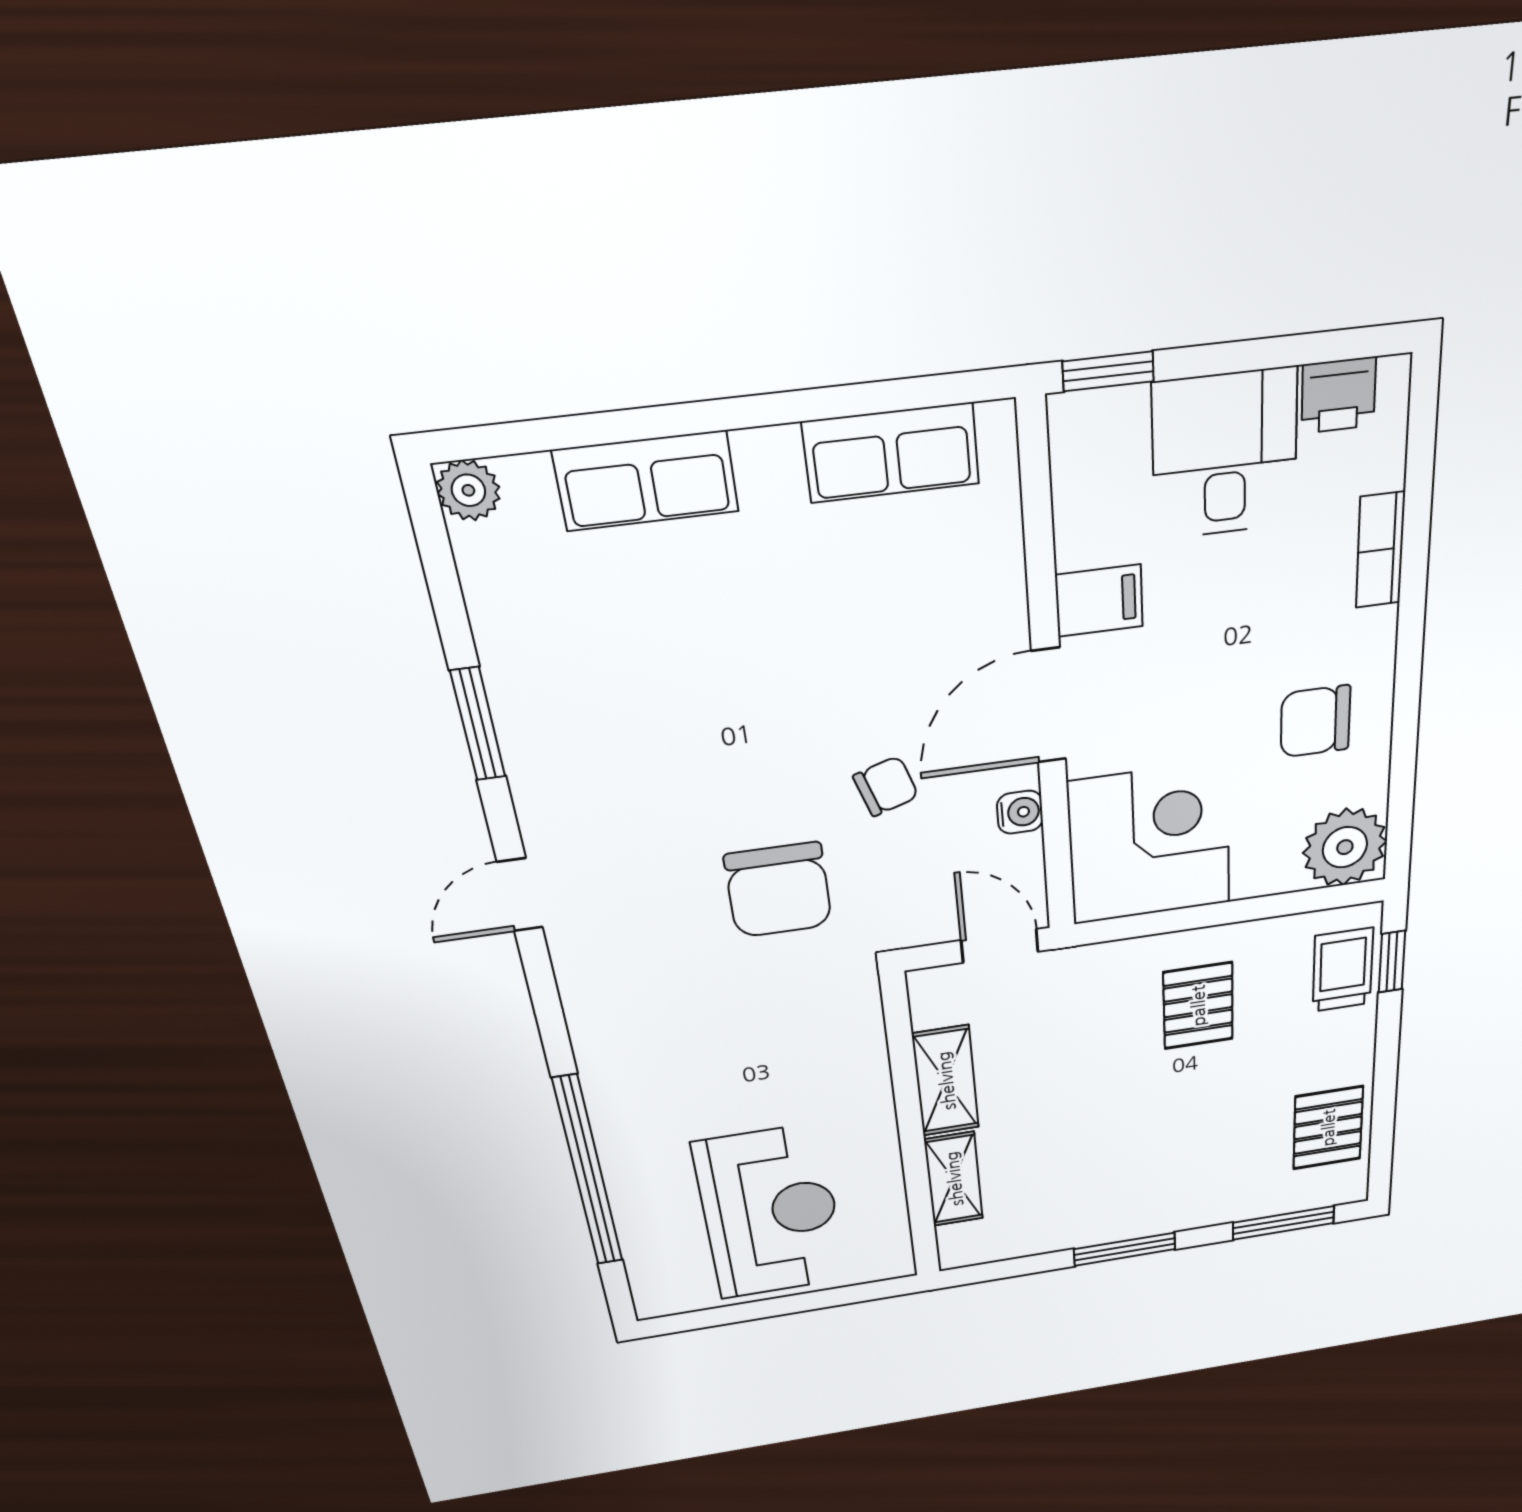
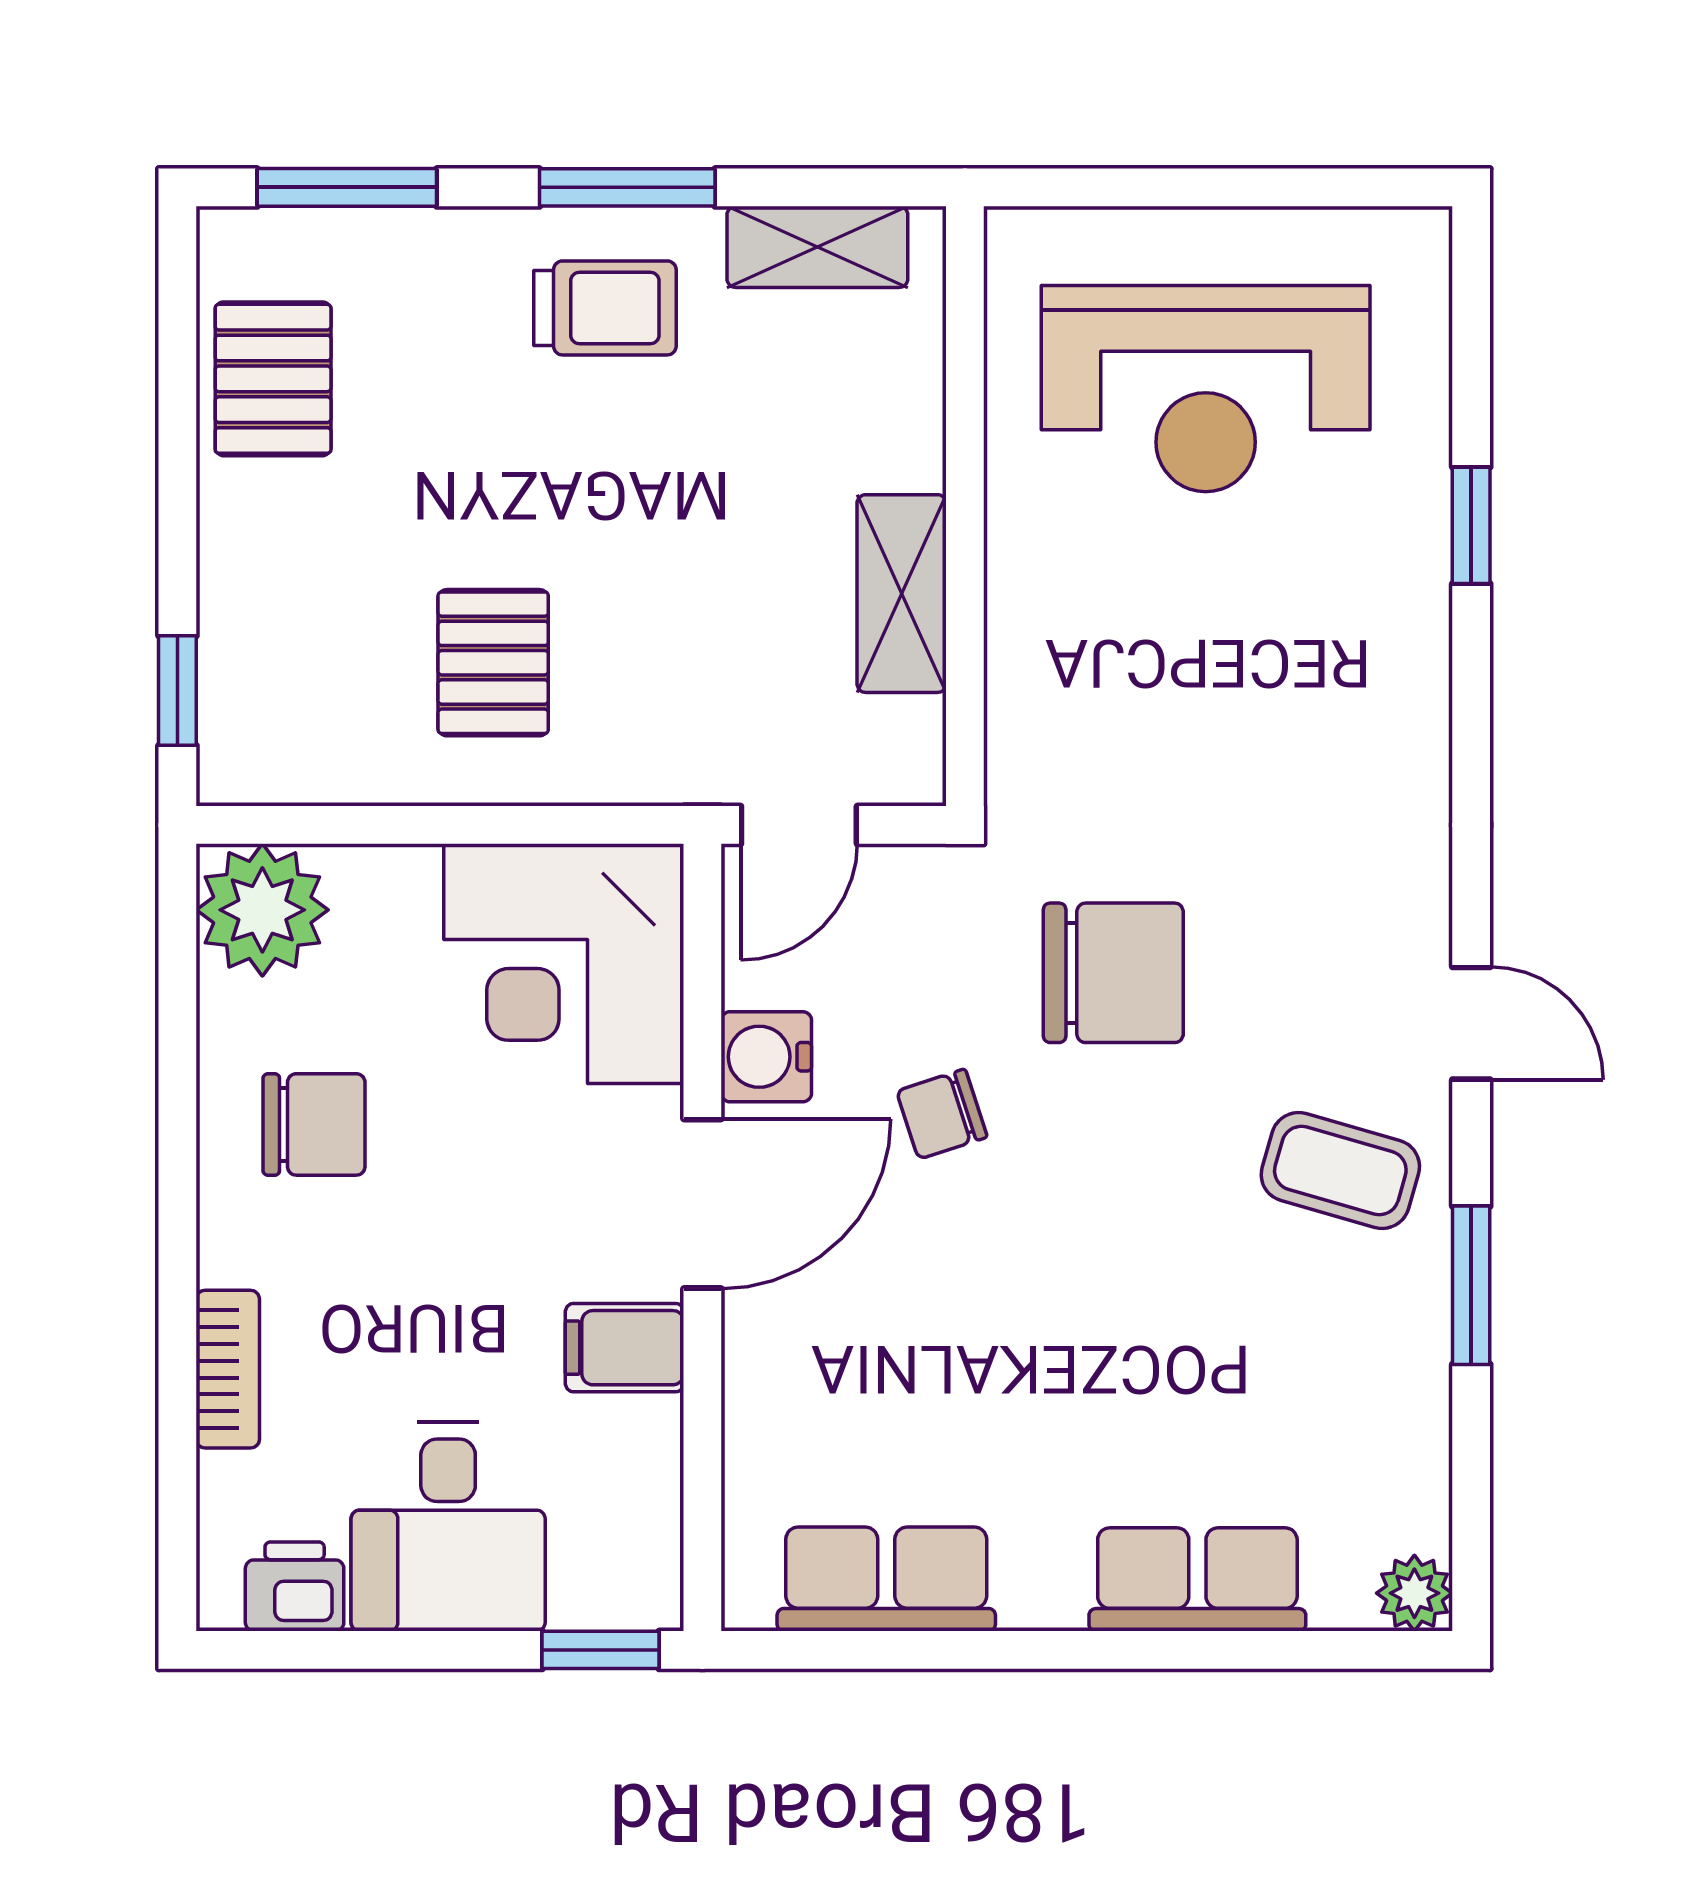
coffee table: (594, 788) -> (1340, 1170), added
water cooler: (1020, 812) -> (766, 1057), width x1.38, depth x1.38
chair: (778, 890) -> (1113, 973), turned 90
door: (520, 895) -> (1471, 1023), hinge flipped
door: (1000, 946) -> (799, 825), hinge flipped
trolley: (1343, 970) -> (605, 308), moved, turned -90
window: (588, 1172) -> (1471, 525), width x0.32
shelving: (954, 1179) -> (817, 247), moved, turned 90
reception desk: (770, 1212) -> (1206, 389), turned -90

